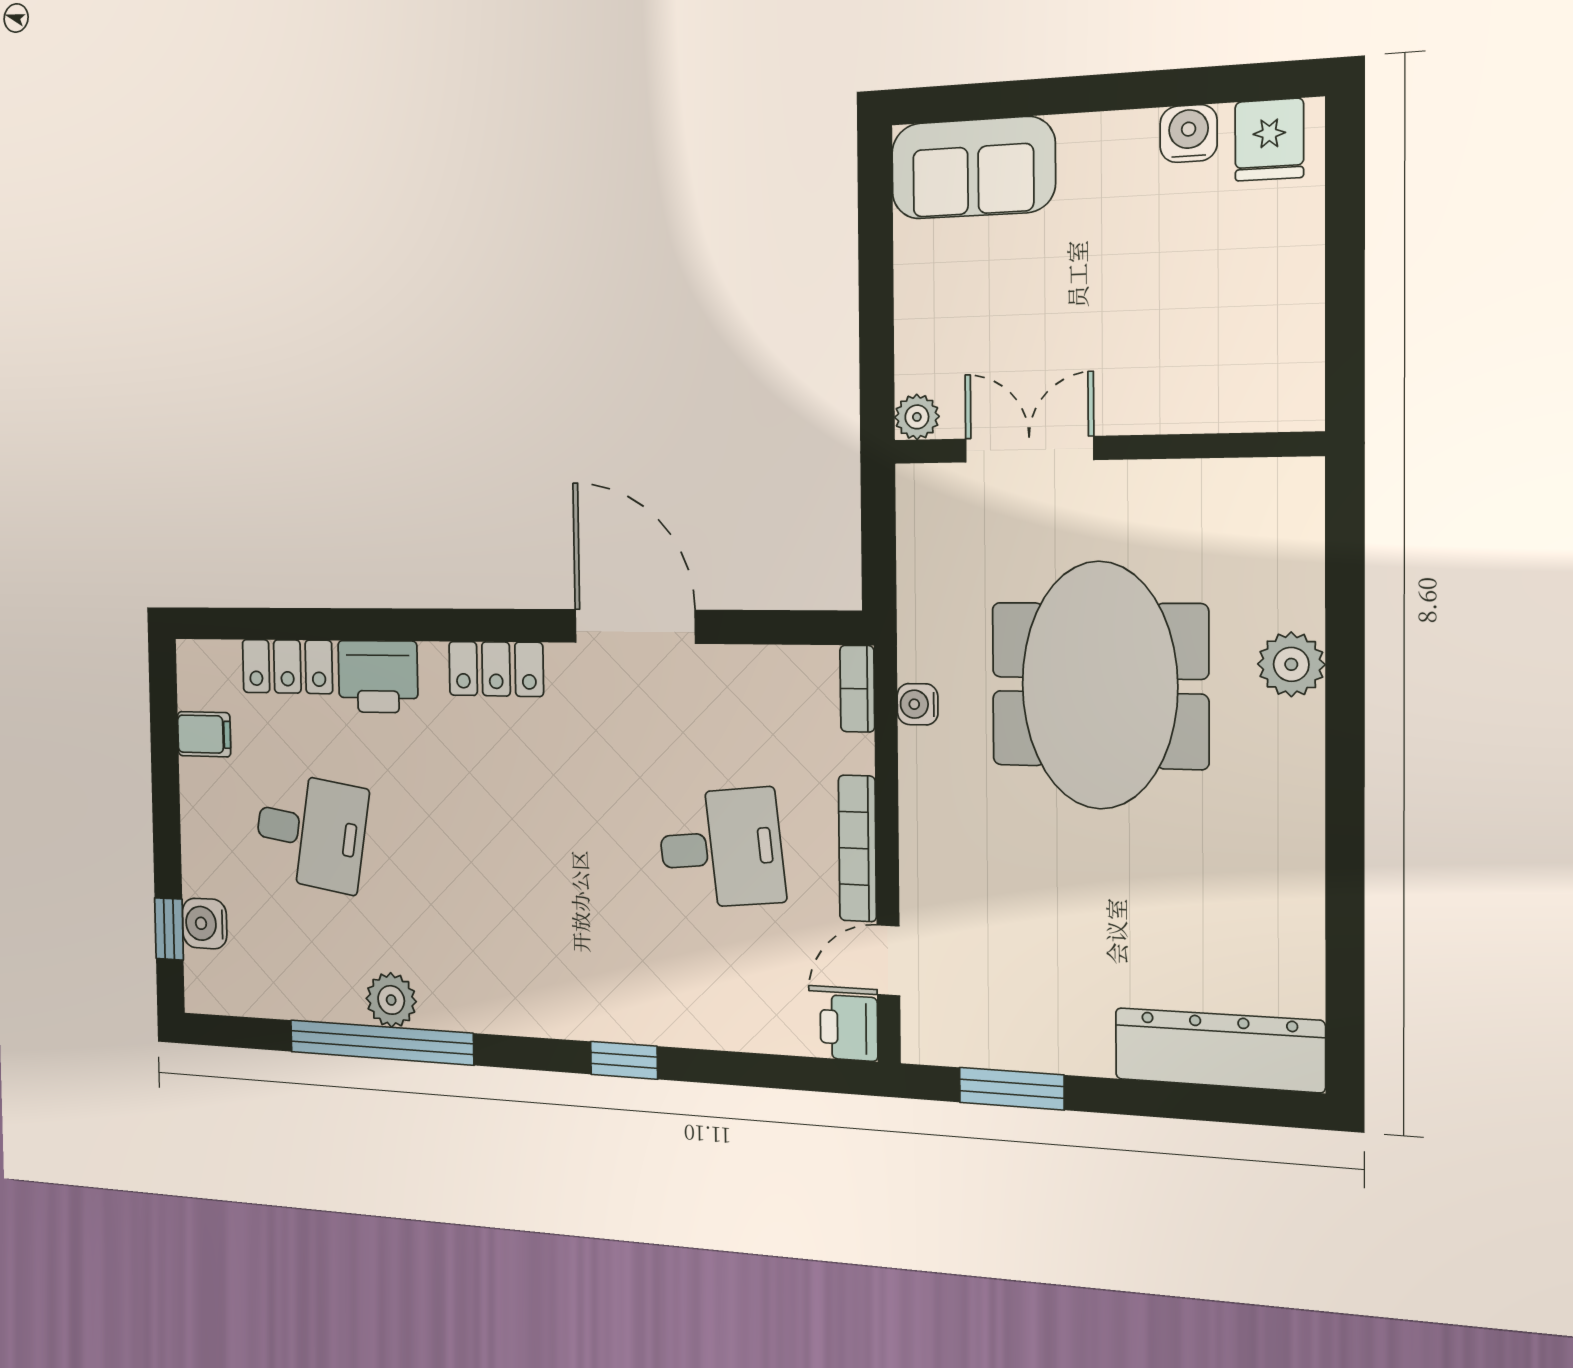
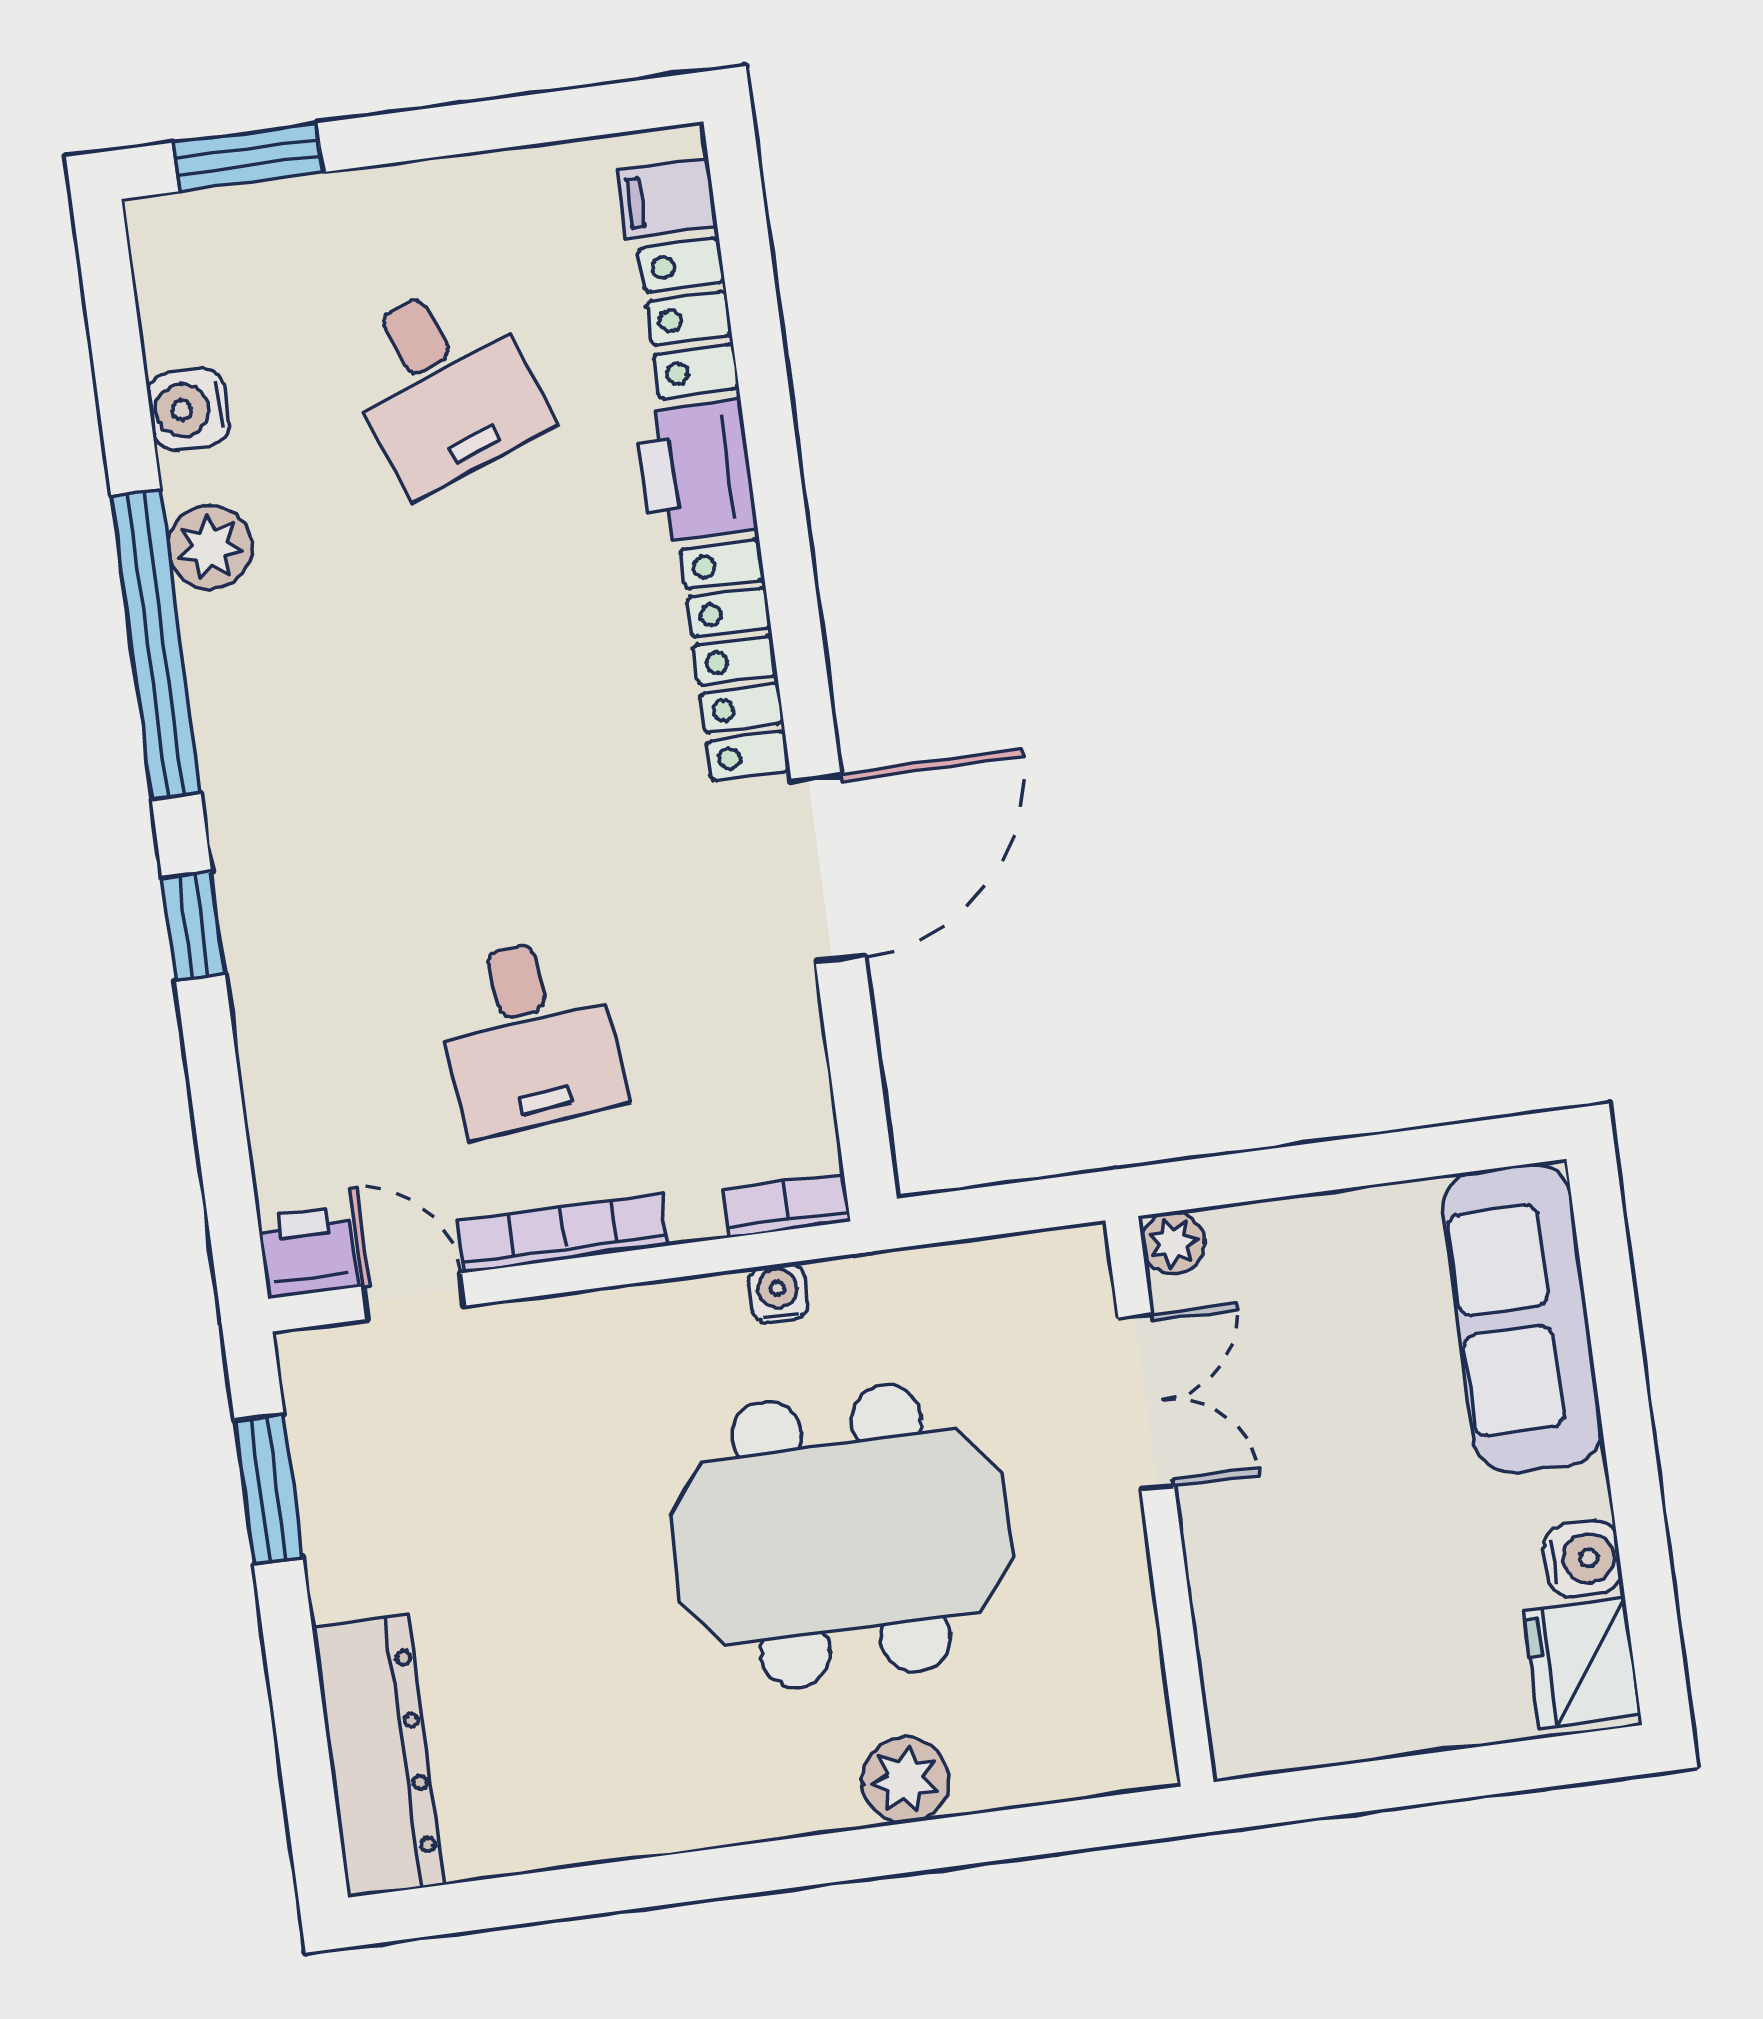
fridge: (1269, 140) -> (1582, 1663), width x1.38
sofa: (973, 168) -> (1523, 1318), width x1.36
locker: (496, 669) -> (735, 660), width x1.53
filing cabinet: (204, 734) -> (667, 198), moved, turned 90
desk: (311, 832) -> (442, 385), turned -30
water cooler: (205, 924) -> (189, 409), moved, turned -90
window: (169, 929) -> (248, 157), width x1.50
window: (381, 1043) -> (156, 644), moved

